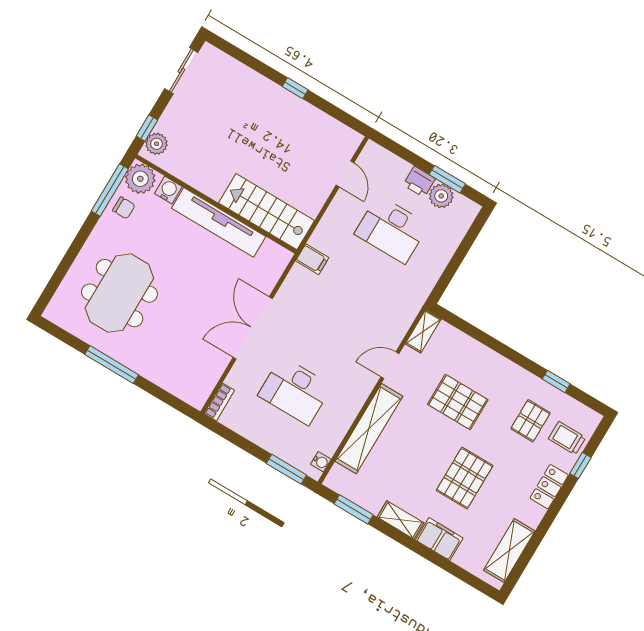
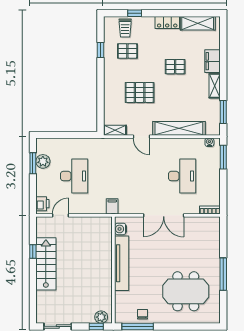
window: (295, 88) -> (33, 251), moved
plant: (140, 179) -> (123, 315), removed
printer: (419, 182) -> (42, 204), moved
water cooler: (168, 190) -> (120, 229), moved
stairs: (267, 212) -> (46, 264), moved, turned 180
pallet: (458, 402) -> (140, 92), turned 90
pallet: (465, 478) -> (175, 67), width x0.67, depth x0.71
locker: (549, 487) -> (167, 22), moved

